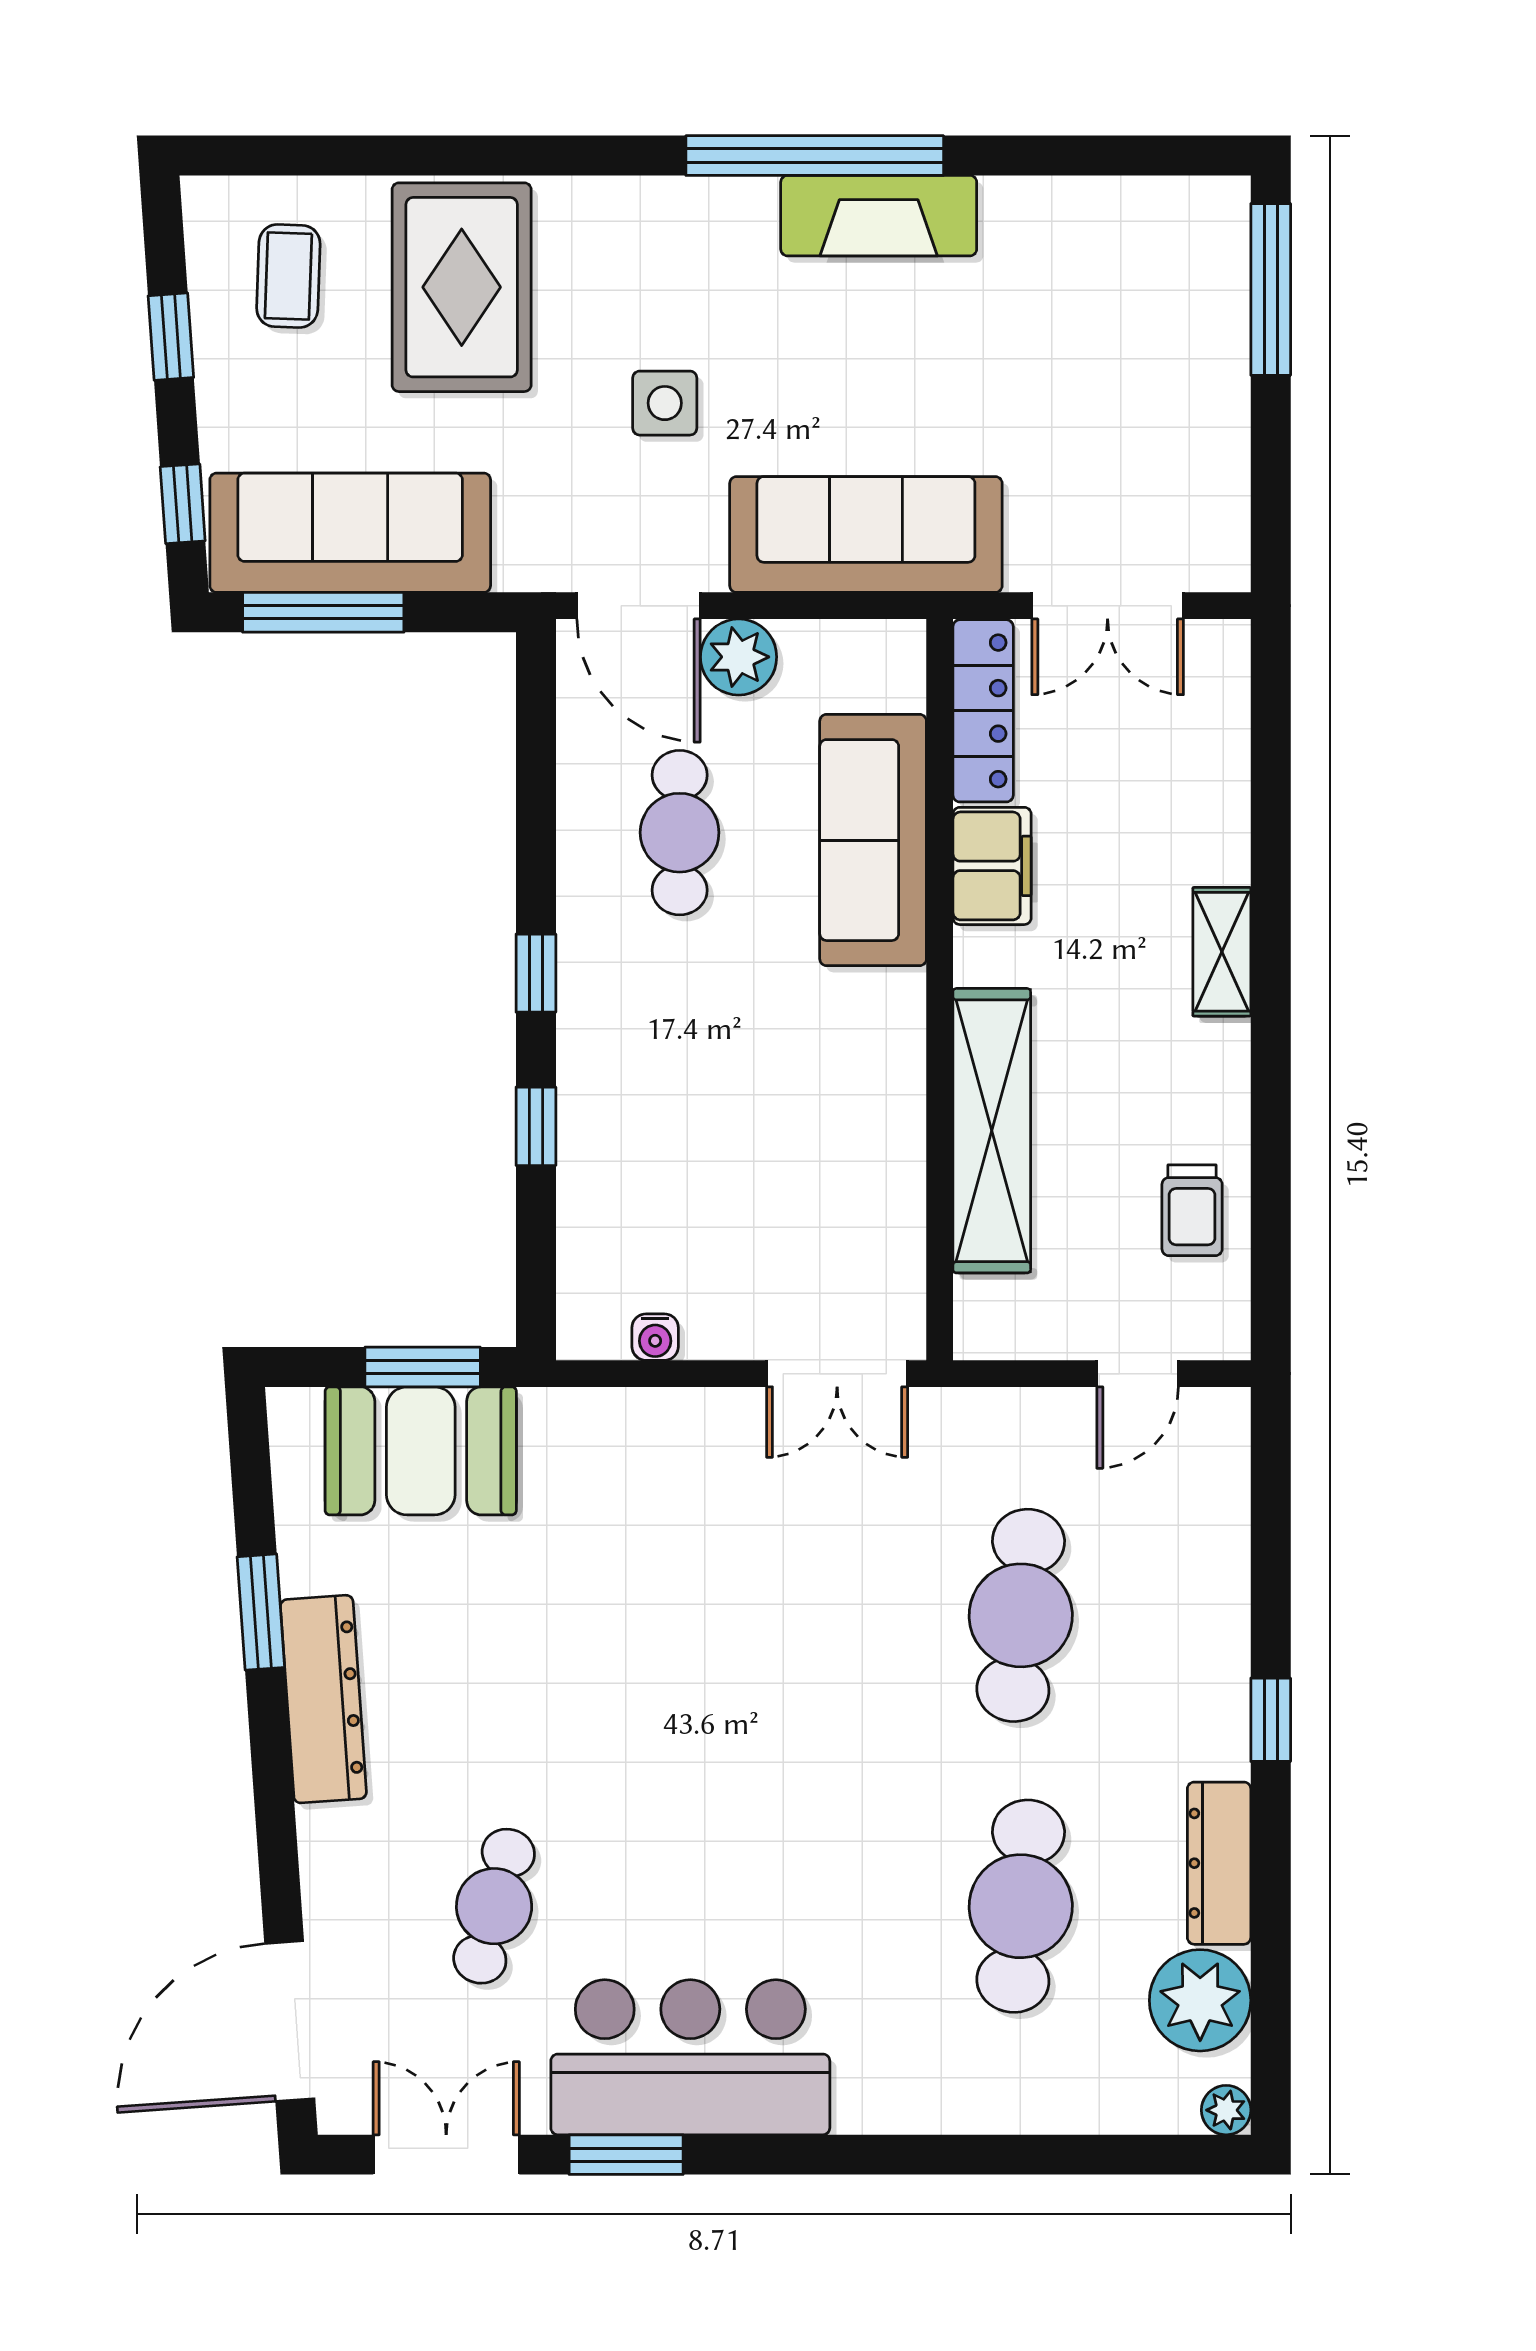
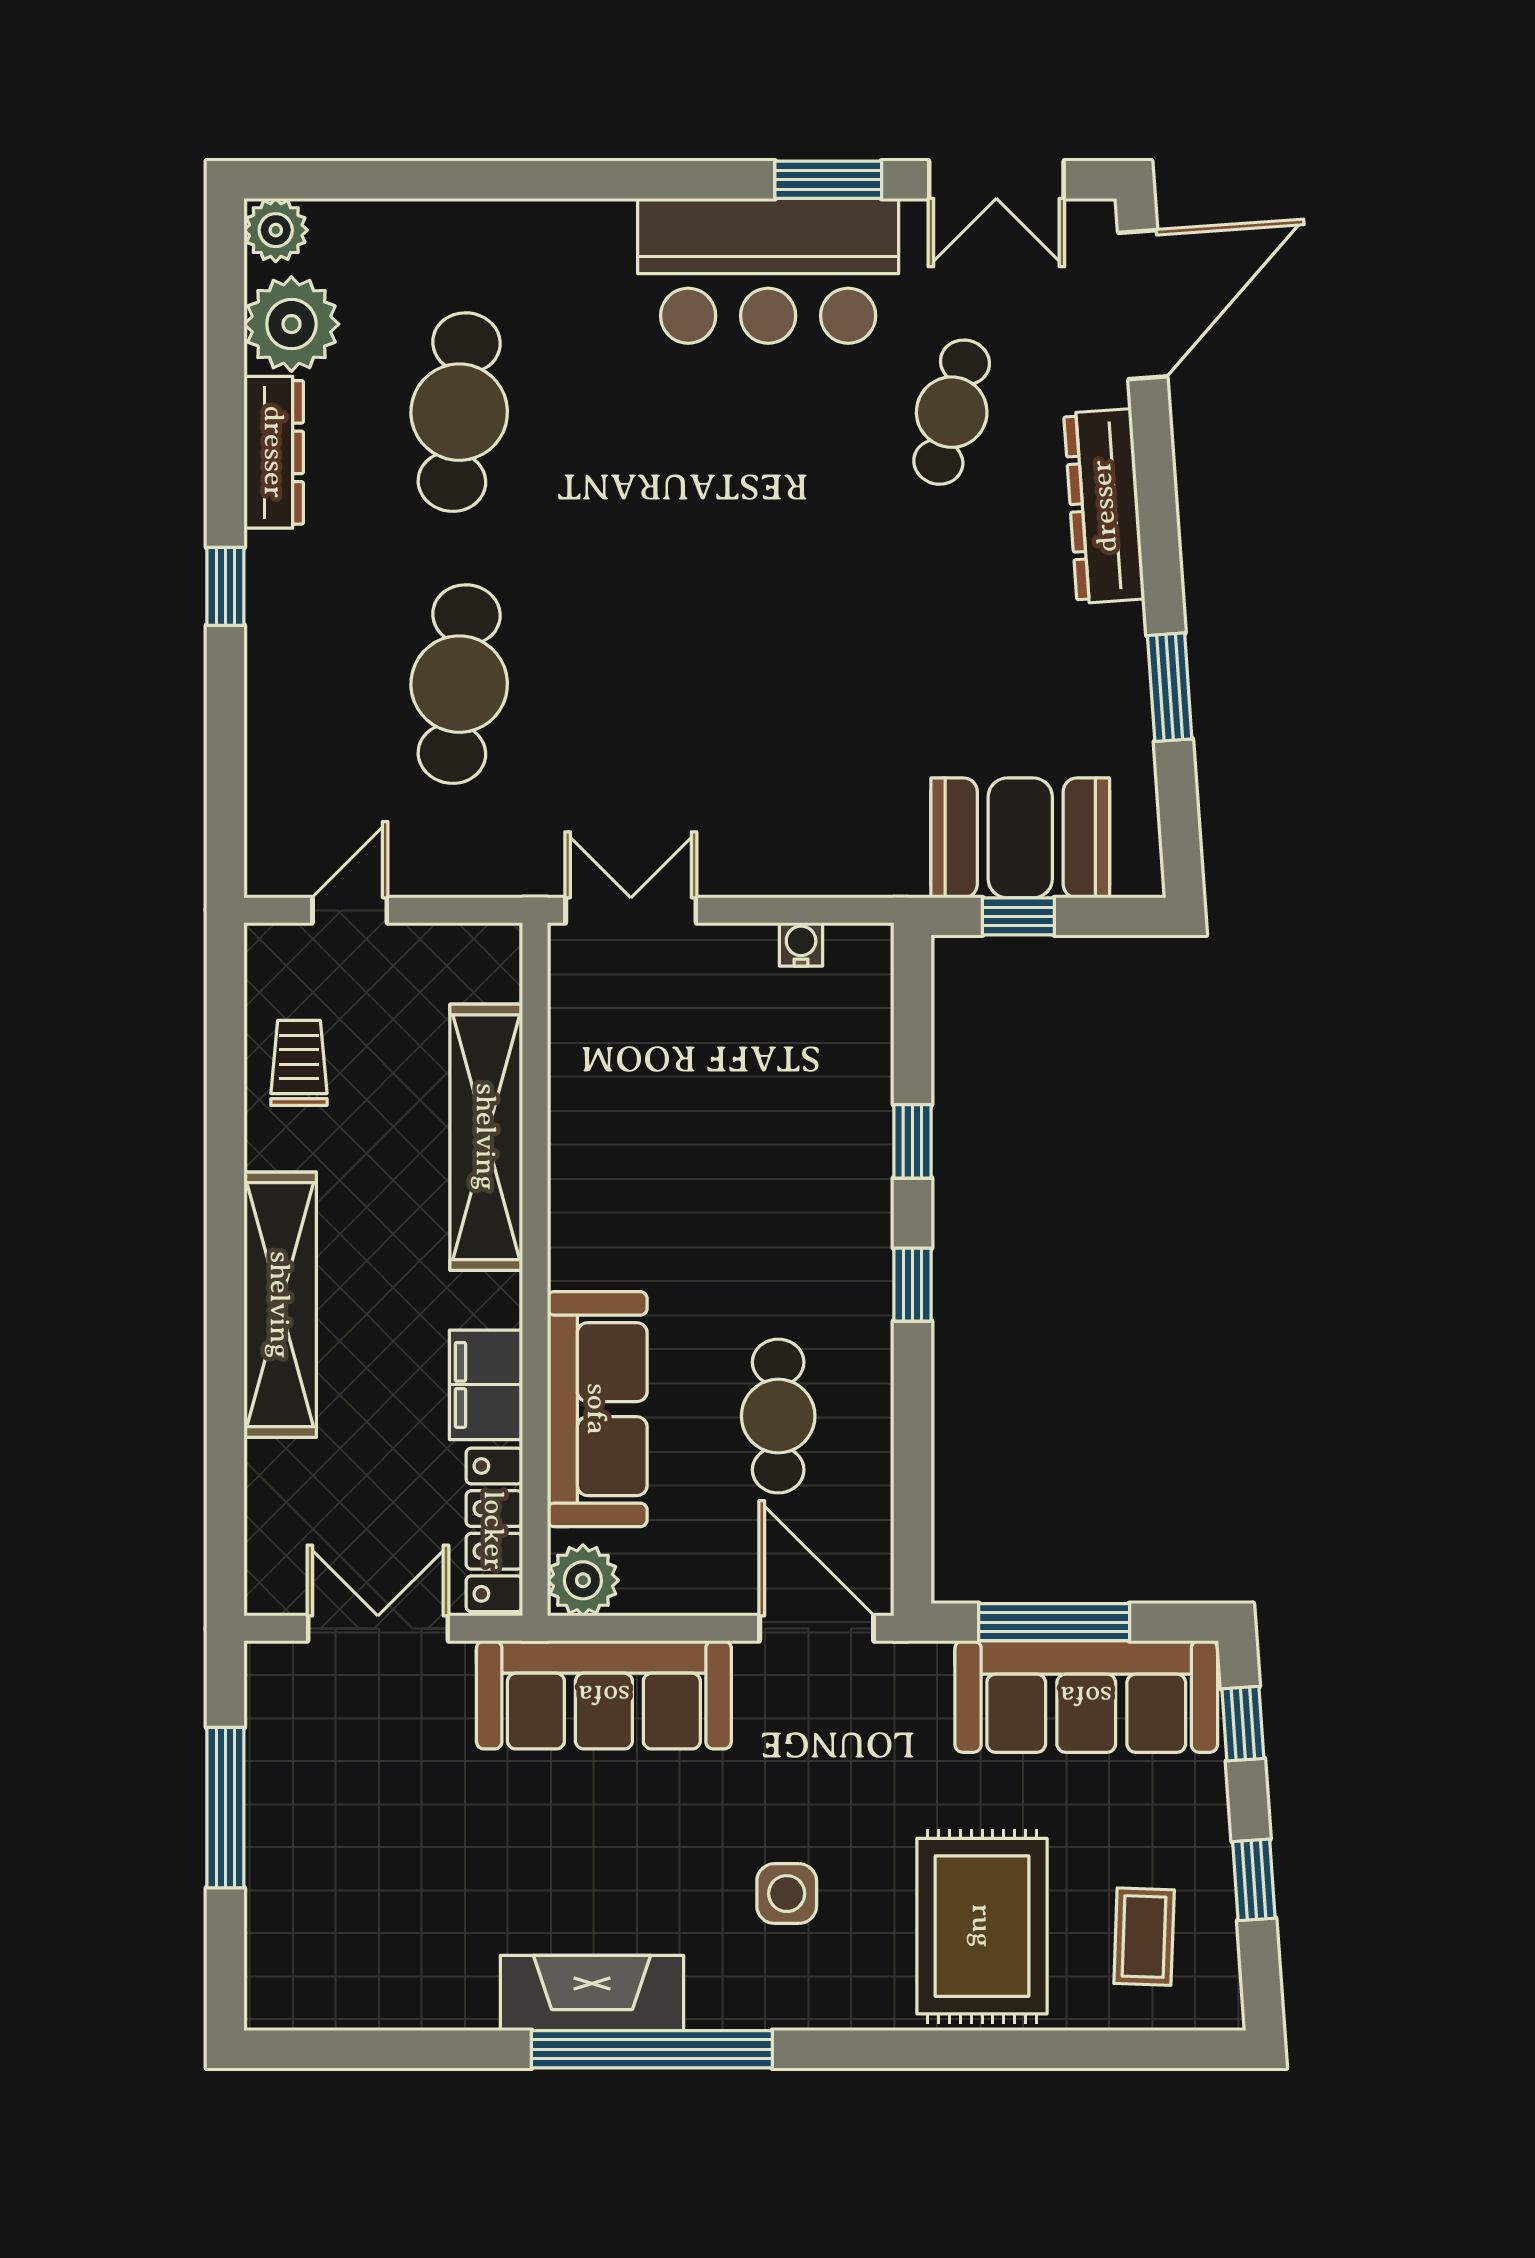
window: (1271, 289) -> (225, 1808), moved
side table: (665, 403) -> (787, 1894), moved
window: (323, 612) -> (1054, 1622), moved
plant: (739, 657) -> (583, 1580), moved
shelving: (1222, 952) -> (280, 1305), width x2.20, depth x1.33
window: (423, 1367) -> (1018, 916), width x0.67
dresser: (323, 1699) -> (1104, 506), moved
plant: (1226, 2110) -> (276, 230), width x1.38, depth x1.38

